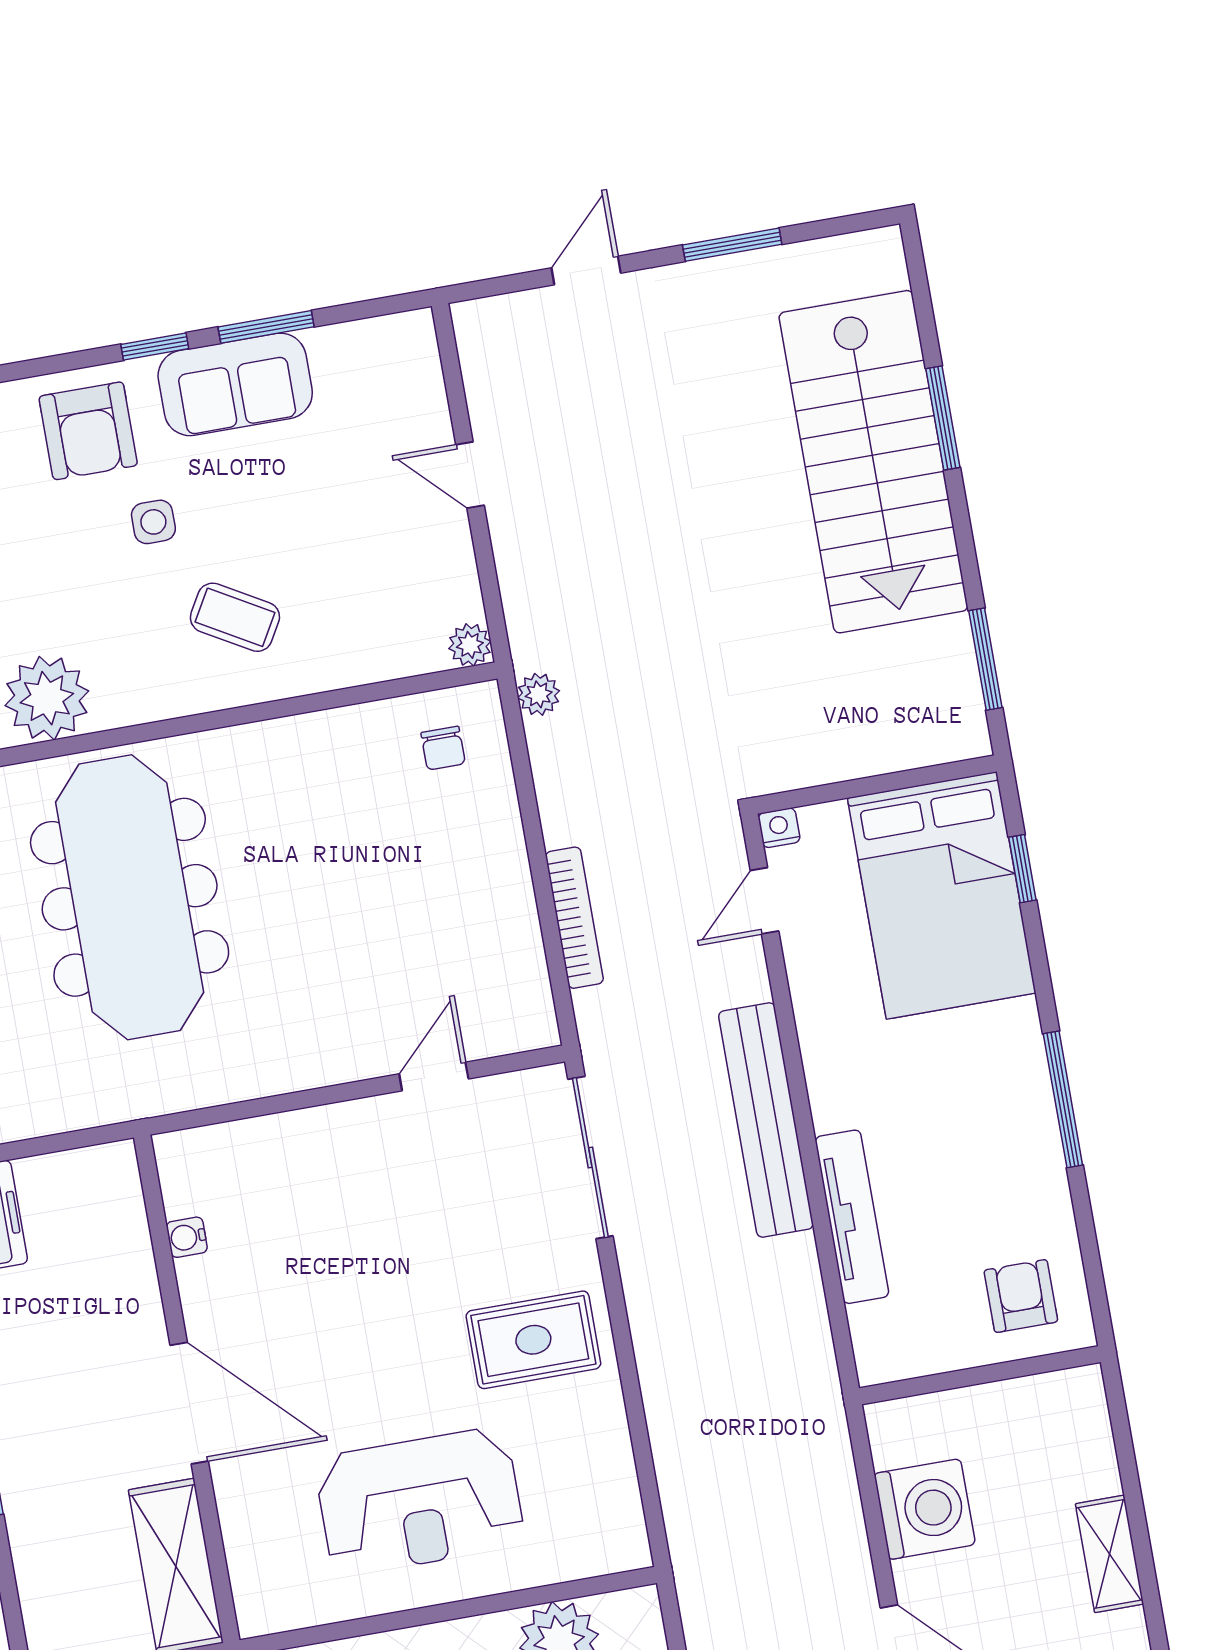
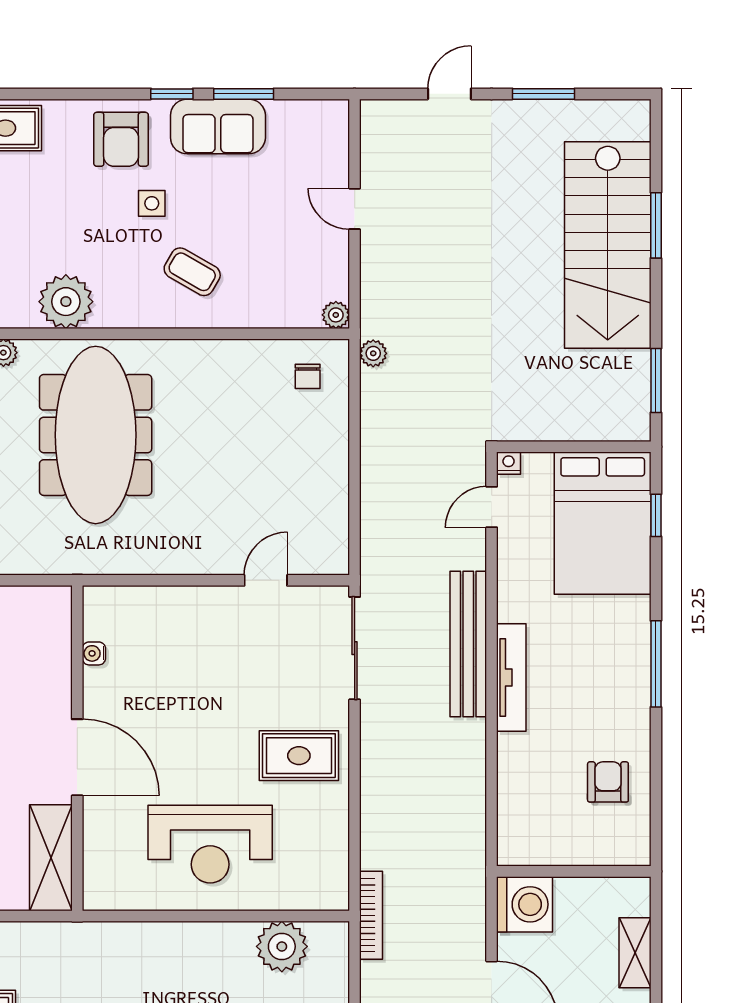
bookcase: (574, 918) -> (371, 915), moved
tv unit: (852, 1217) -> (511, 677), moved
wall: (980, 1375) -> (574, 871), moved

